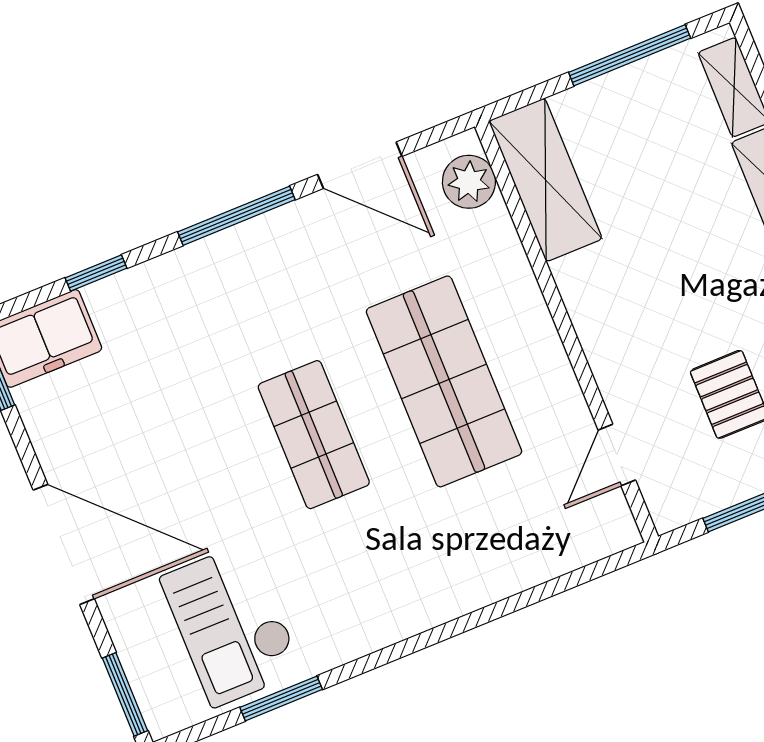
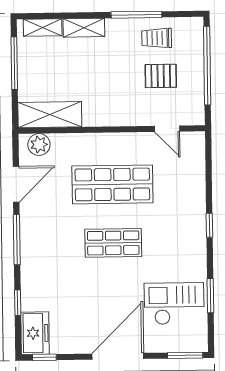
checkout: (231, 624) -> (174, 304), turned 180
window: (438, 634) -> (209, 225), added

